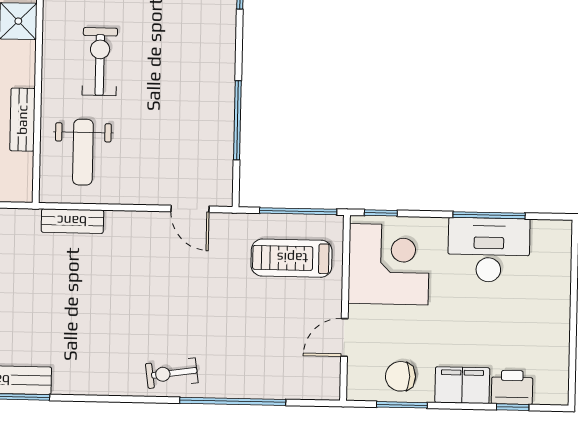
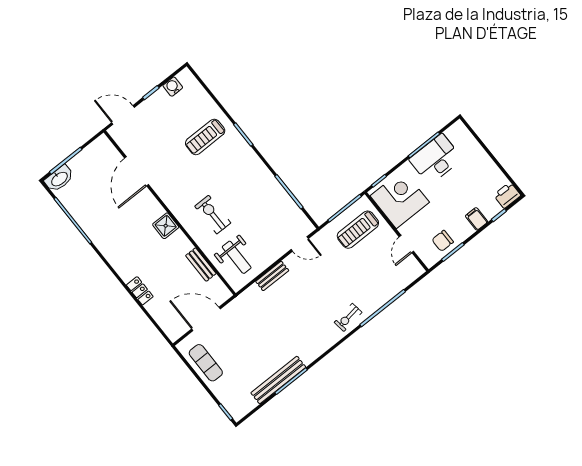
bench: (72, 221) -> (272, 276), moved
filing cabinet: (462, 385) -> (477, 219), width x0.50
printer: (512, 387) -> (507, 195), moved

